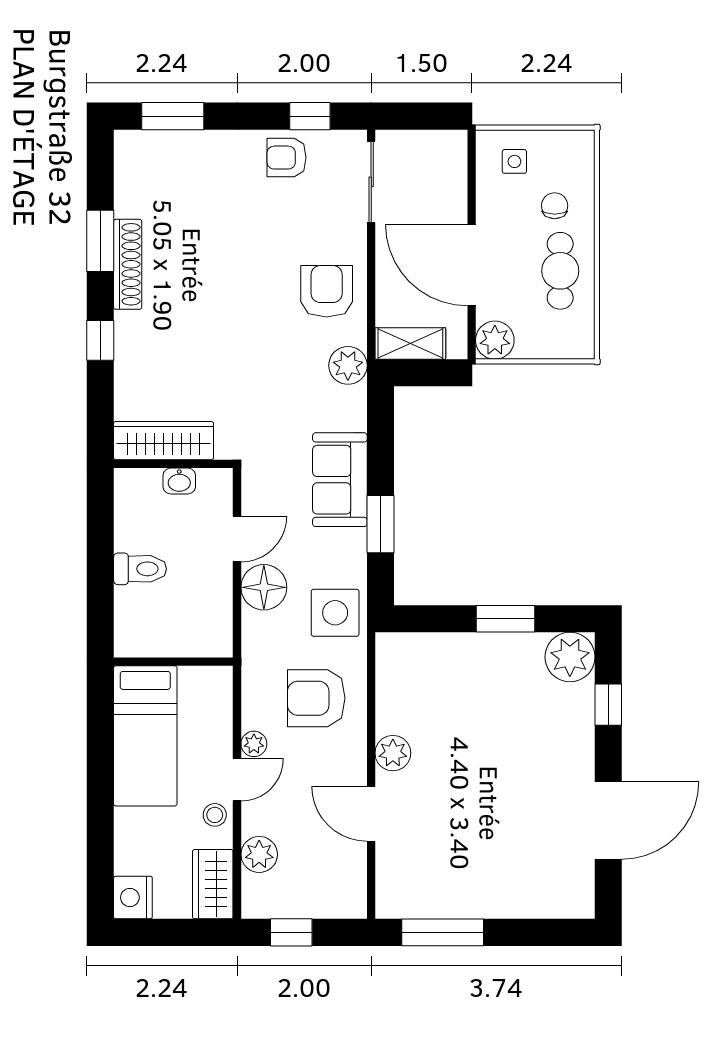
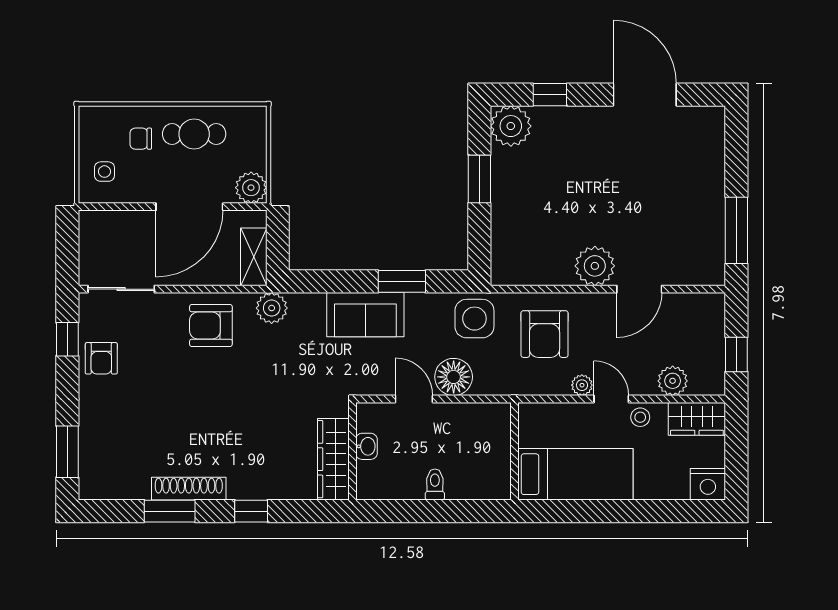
toilet: (140, 569) -> (435, 484), width x0.73, depth x0.72
plant: (393, 753) -> (595, 266), width x1.36, depth x1.36

